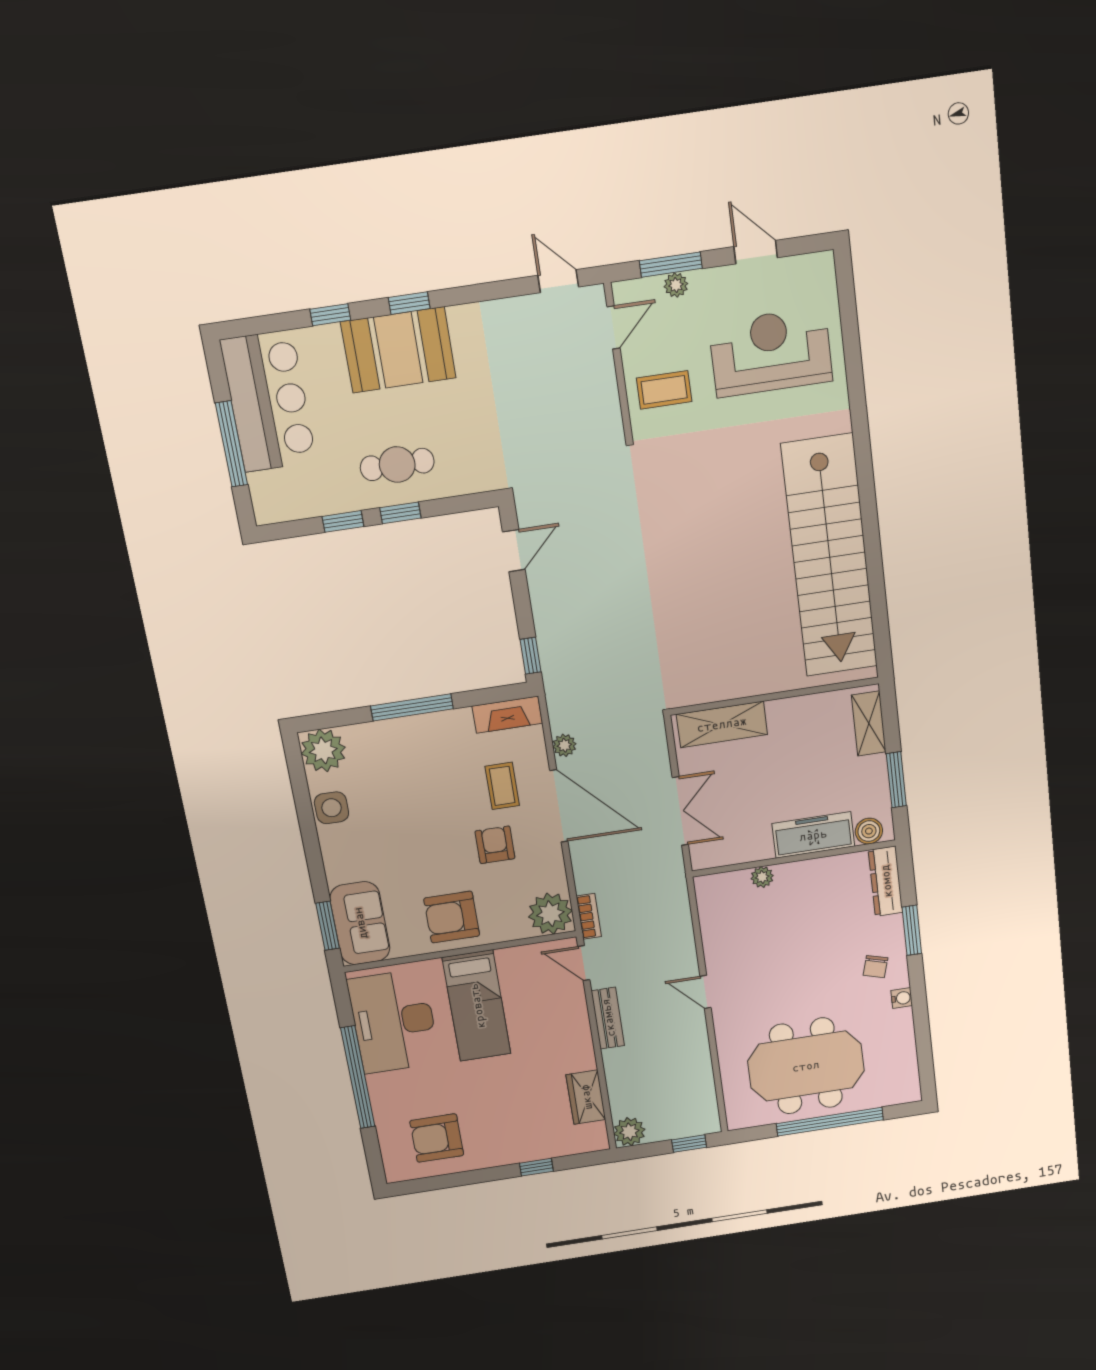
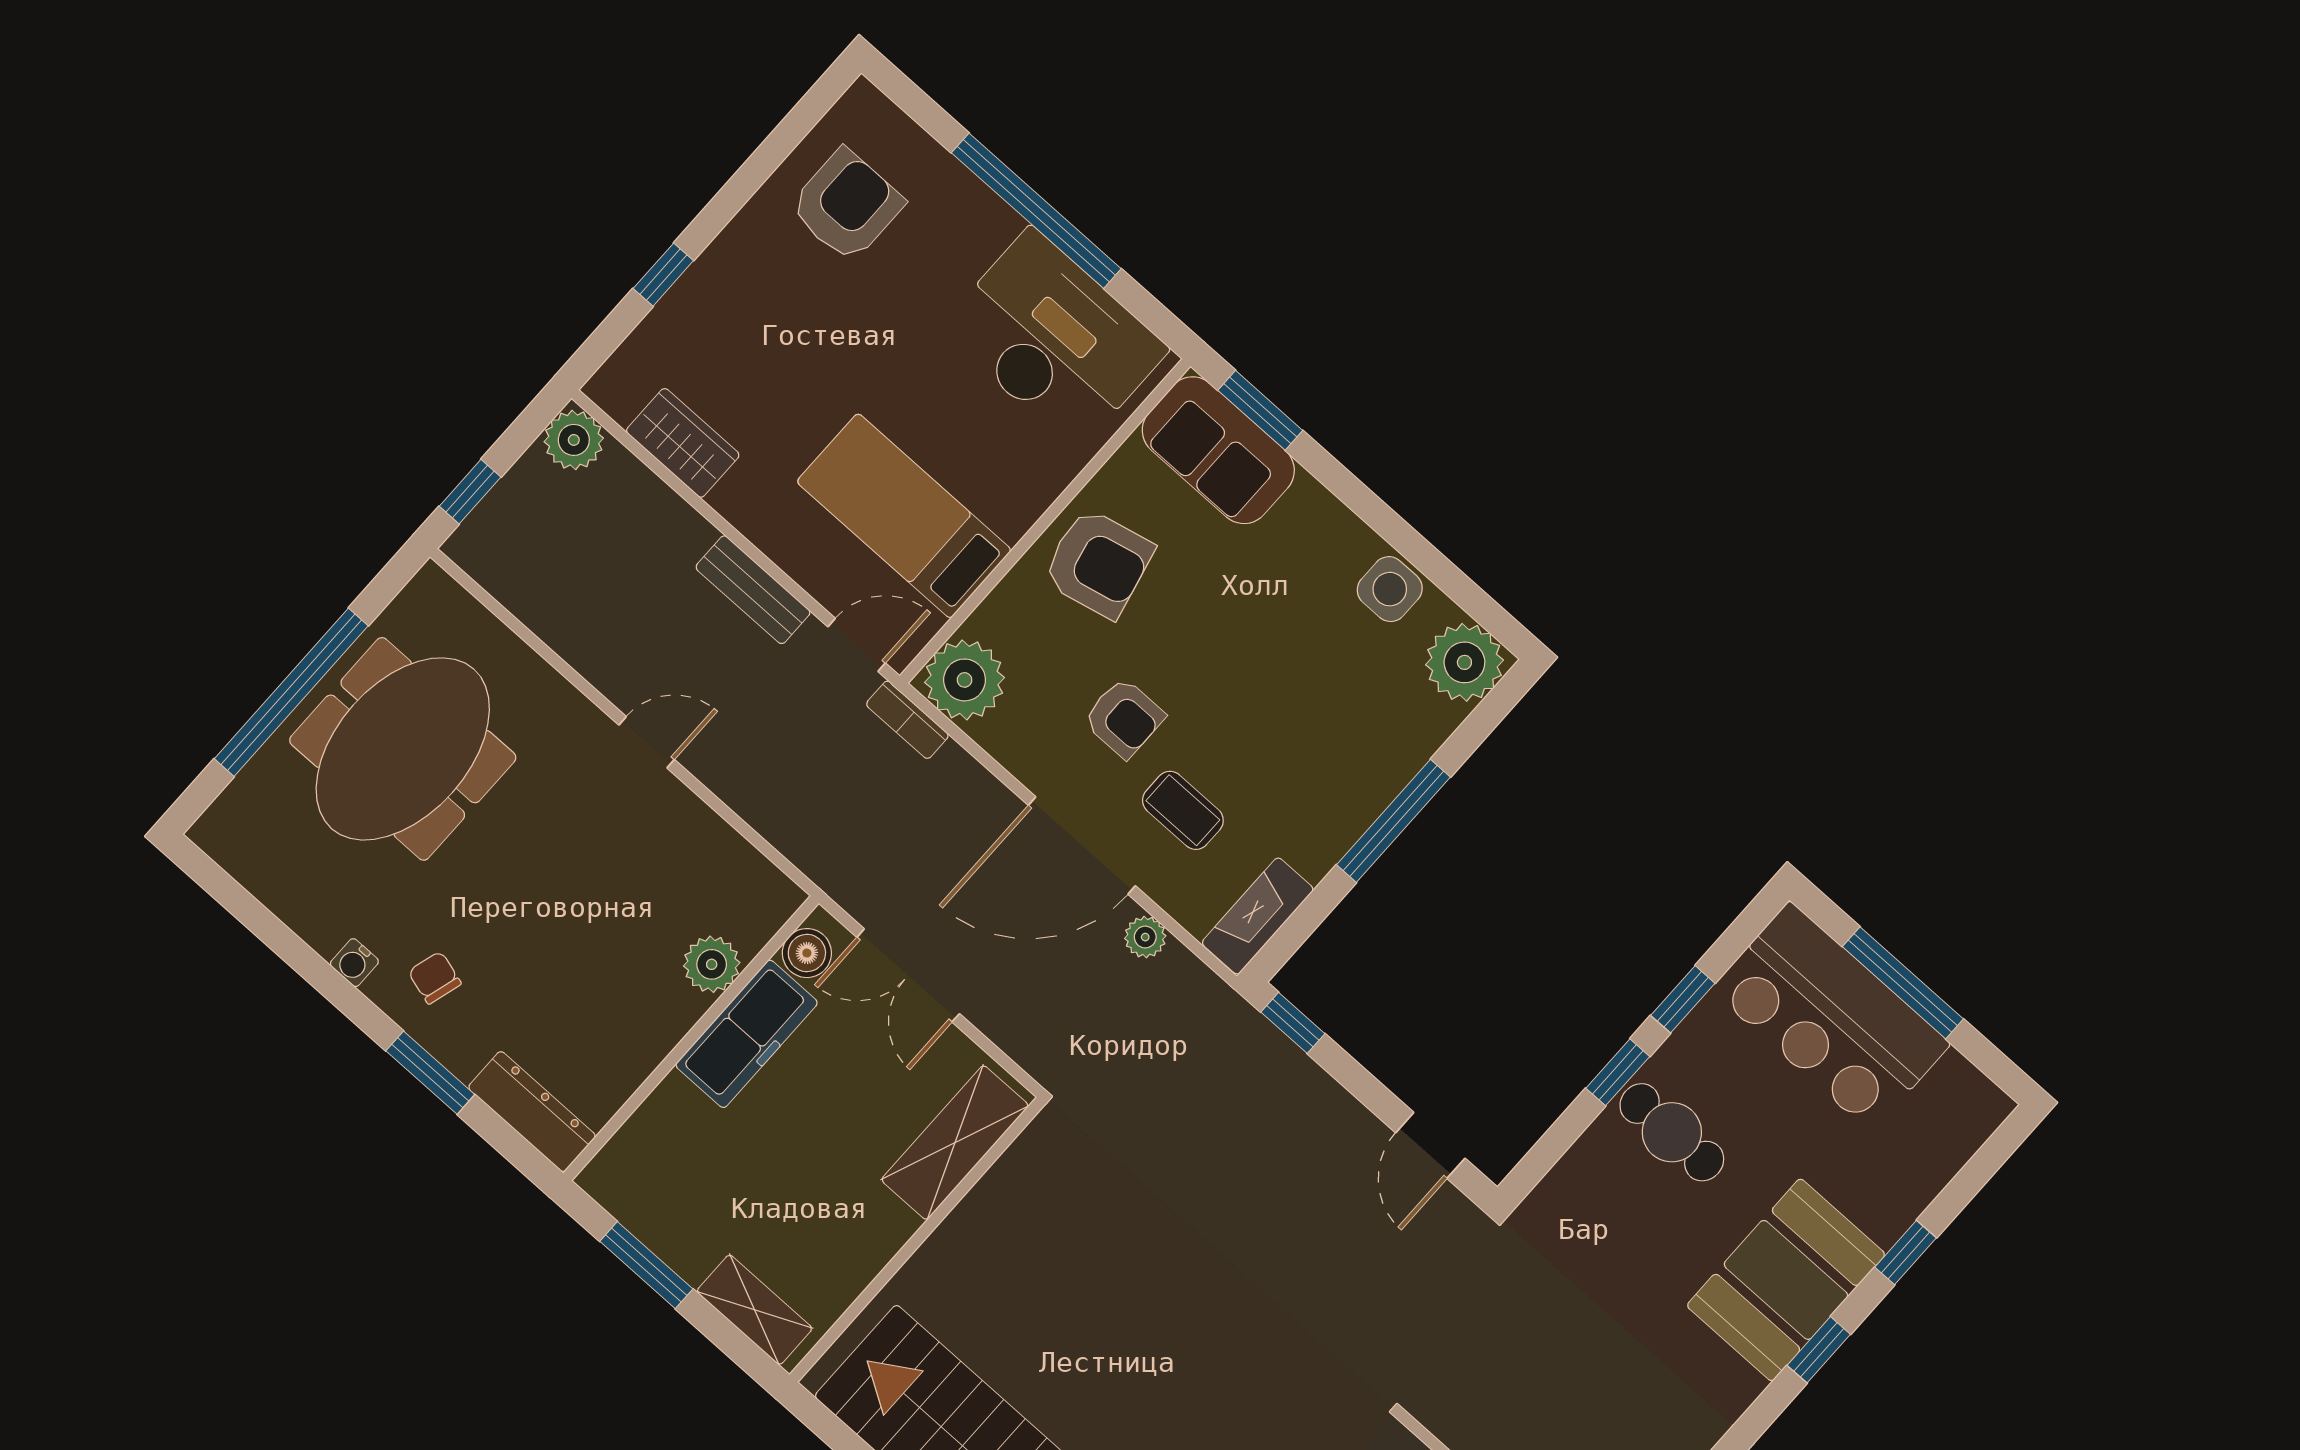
bar counter: (268, 401) -> (1830, 1017), moved
cafe table: (397, 464) -> (1672, 1132), turned 90
boiler: (869, 831) -> (807, 953), moved
freezer: (813, 835) -> (747, 1034), moved
plant: (762, 877) -> (712, 964), width x1.38, depth x1.38
armchair: (452, 917) -> (1098, 563), turned 77
bed: (477, 1006) -> (904, 516), moved

